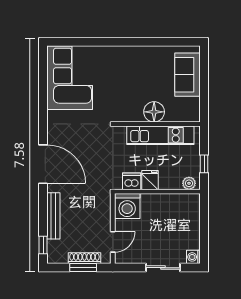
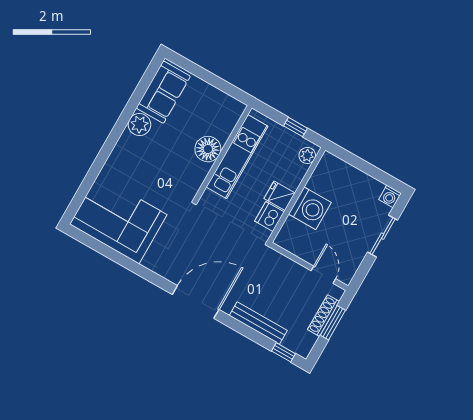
plant: (144, 55) -> (139, 125), added
sofa: (188, 75) -> (163, 92), moved, turned -90
washing machine: (127, 206) -> (310, 208), moved

